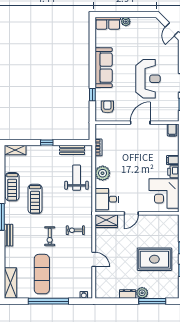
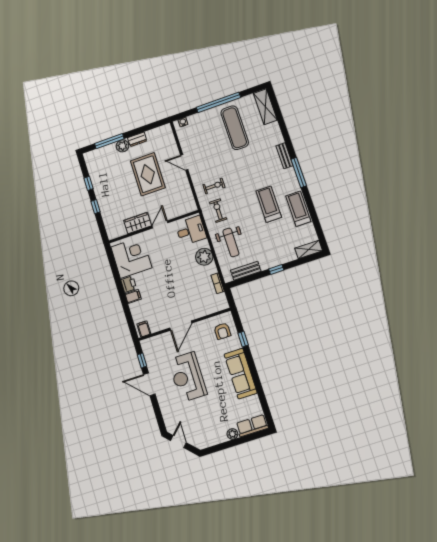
wardrobe: (106, 221) -> (138, 223), moved
exercise bike: (50, 236) -> (218, 211), moved
rug: (154, 259) -> (148, 174), moved, turned 90

